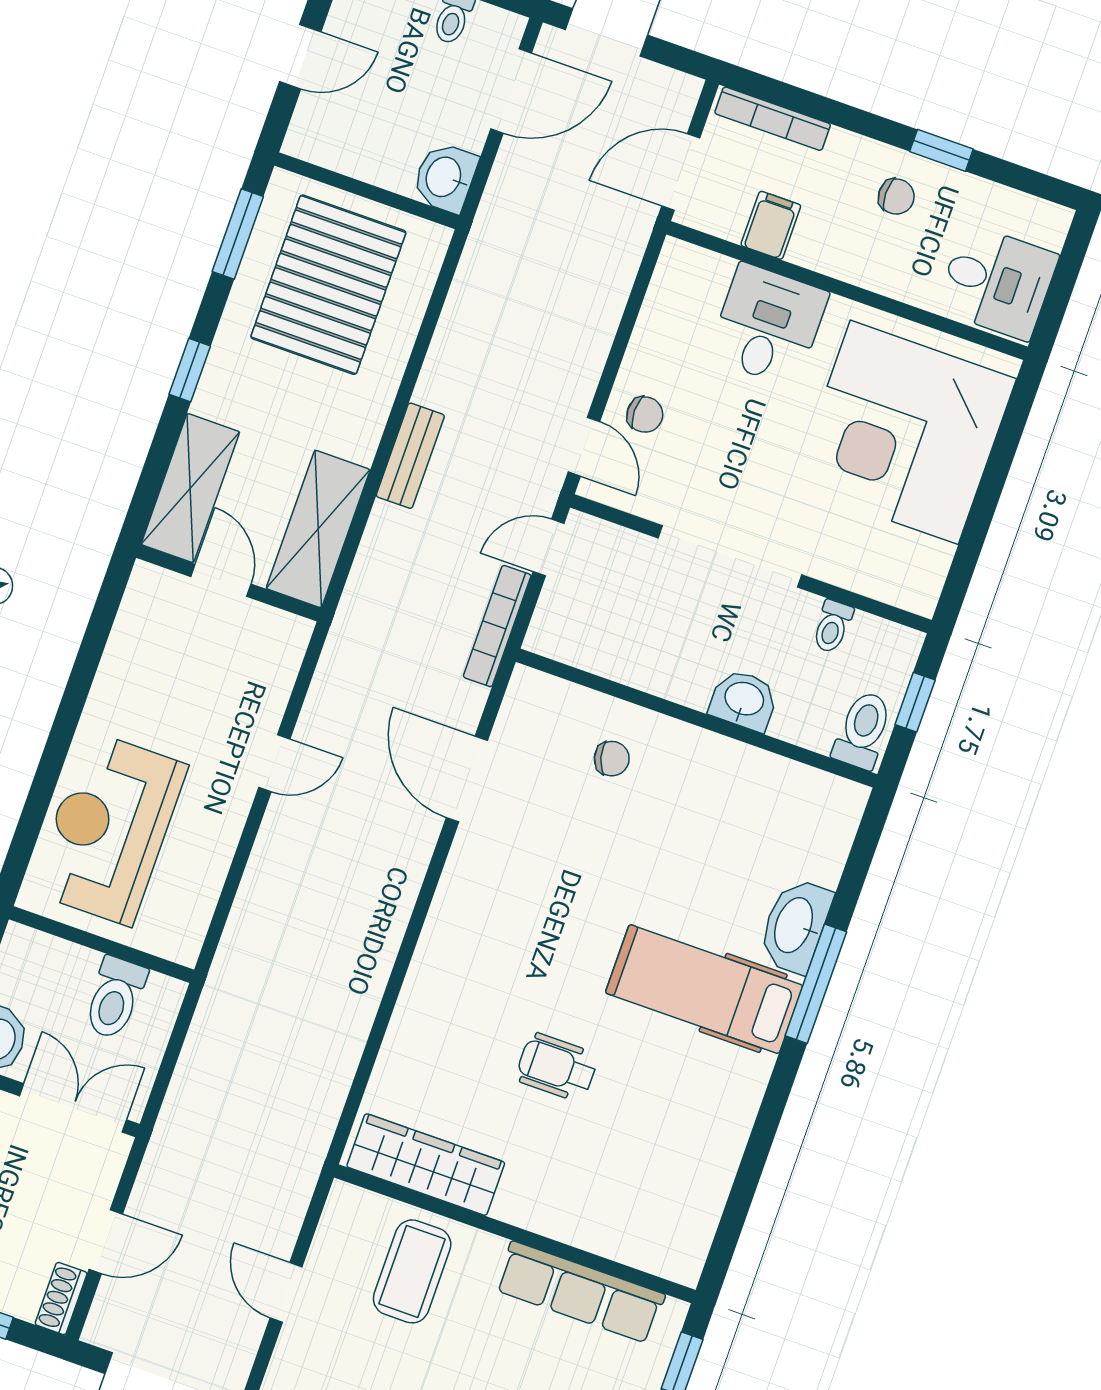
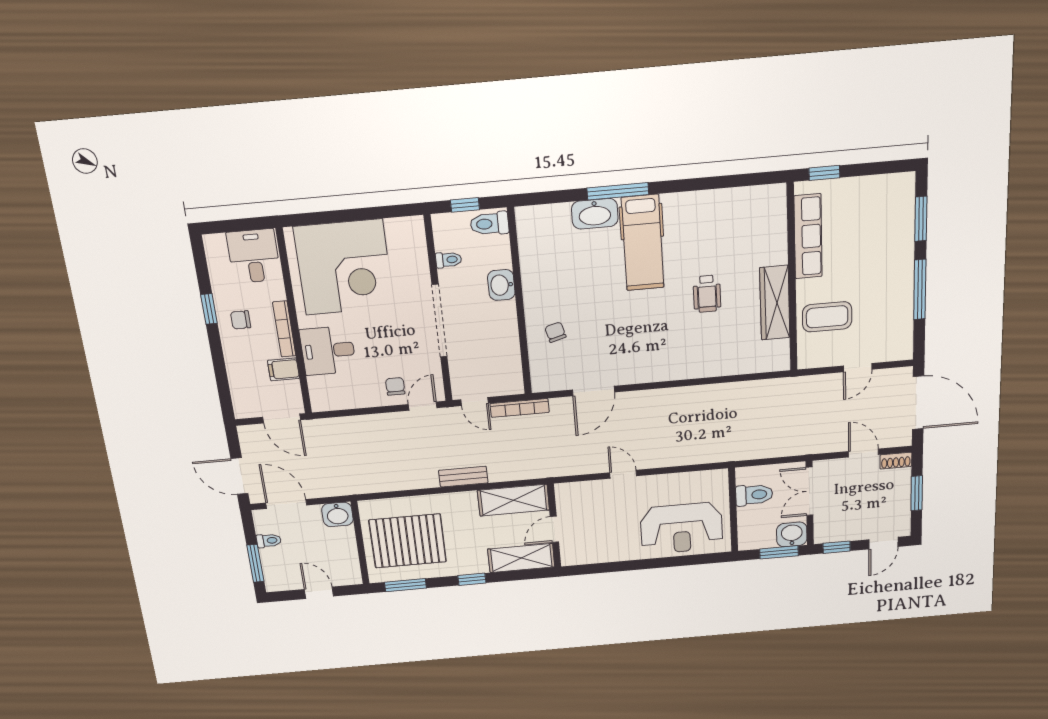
bookcase: (773, 119) -> (284, 329), moved, turned 180
chair: (896, 197) -> (241, 320), turned -90
wardrobe: (426, 1165) -> (775, 303), moved

